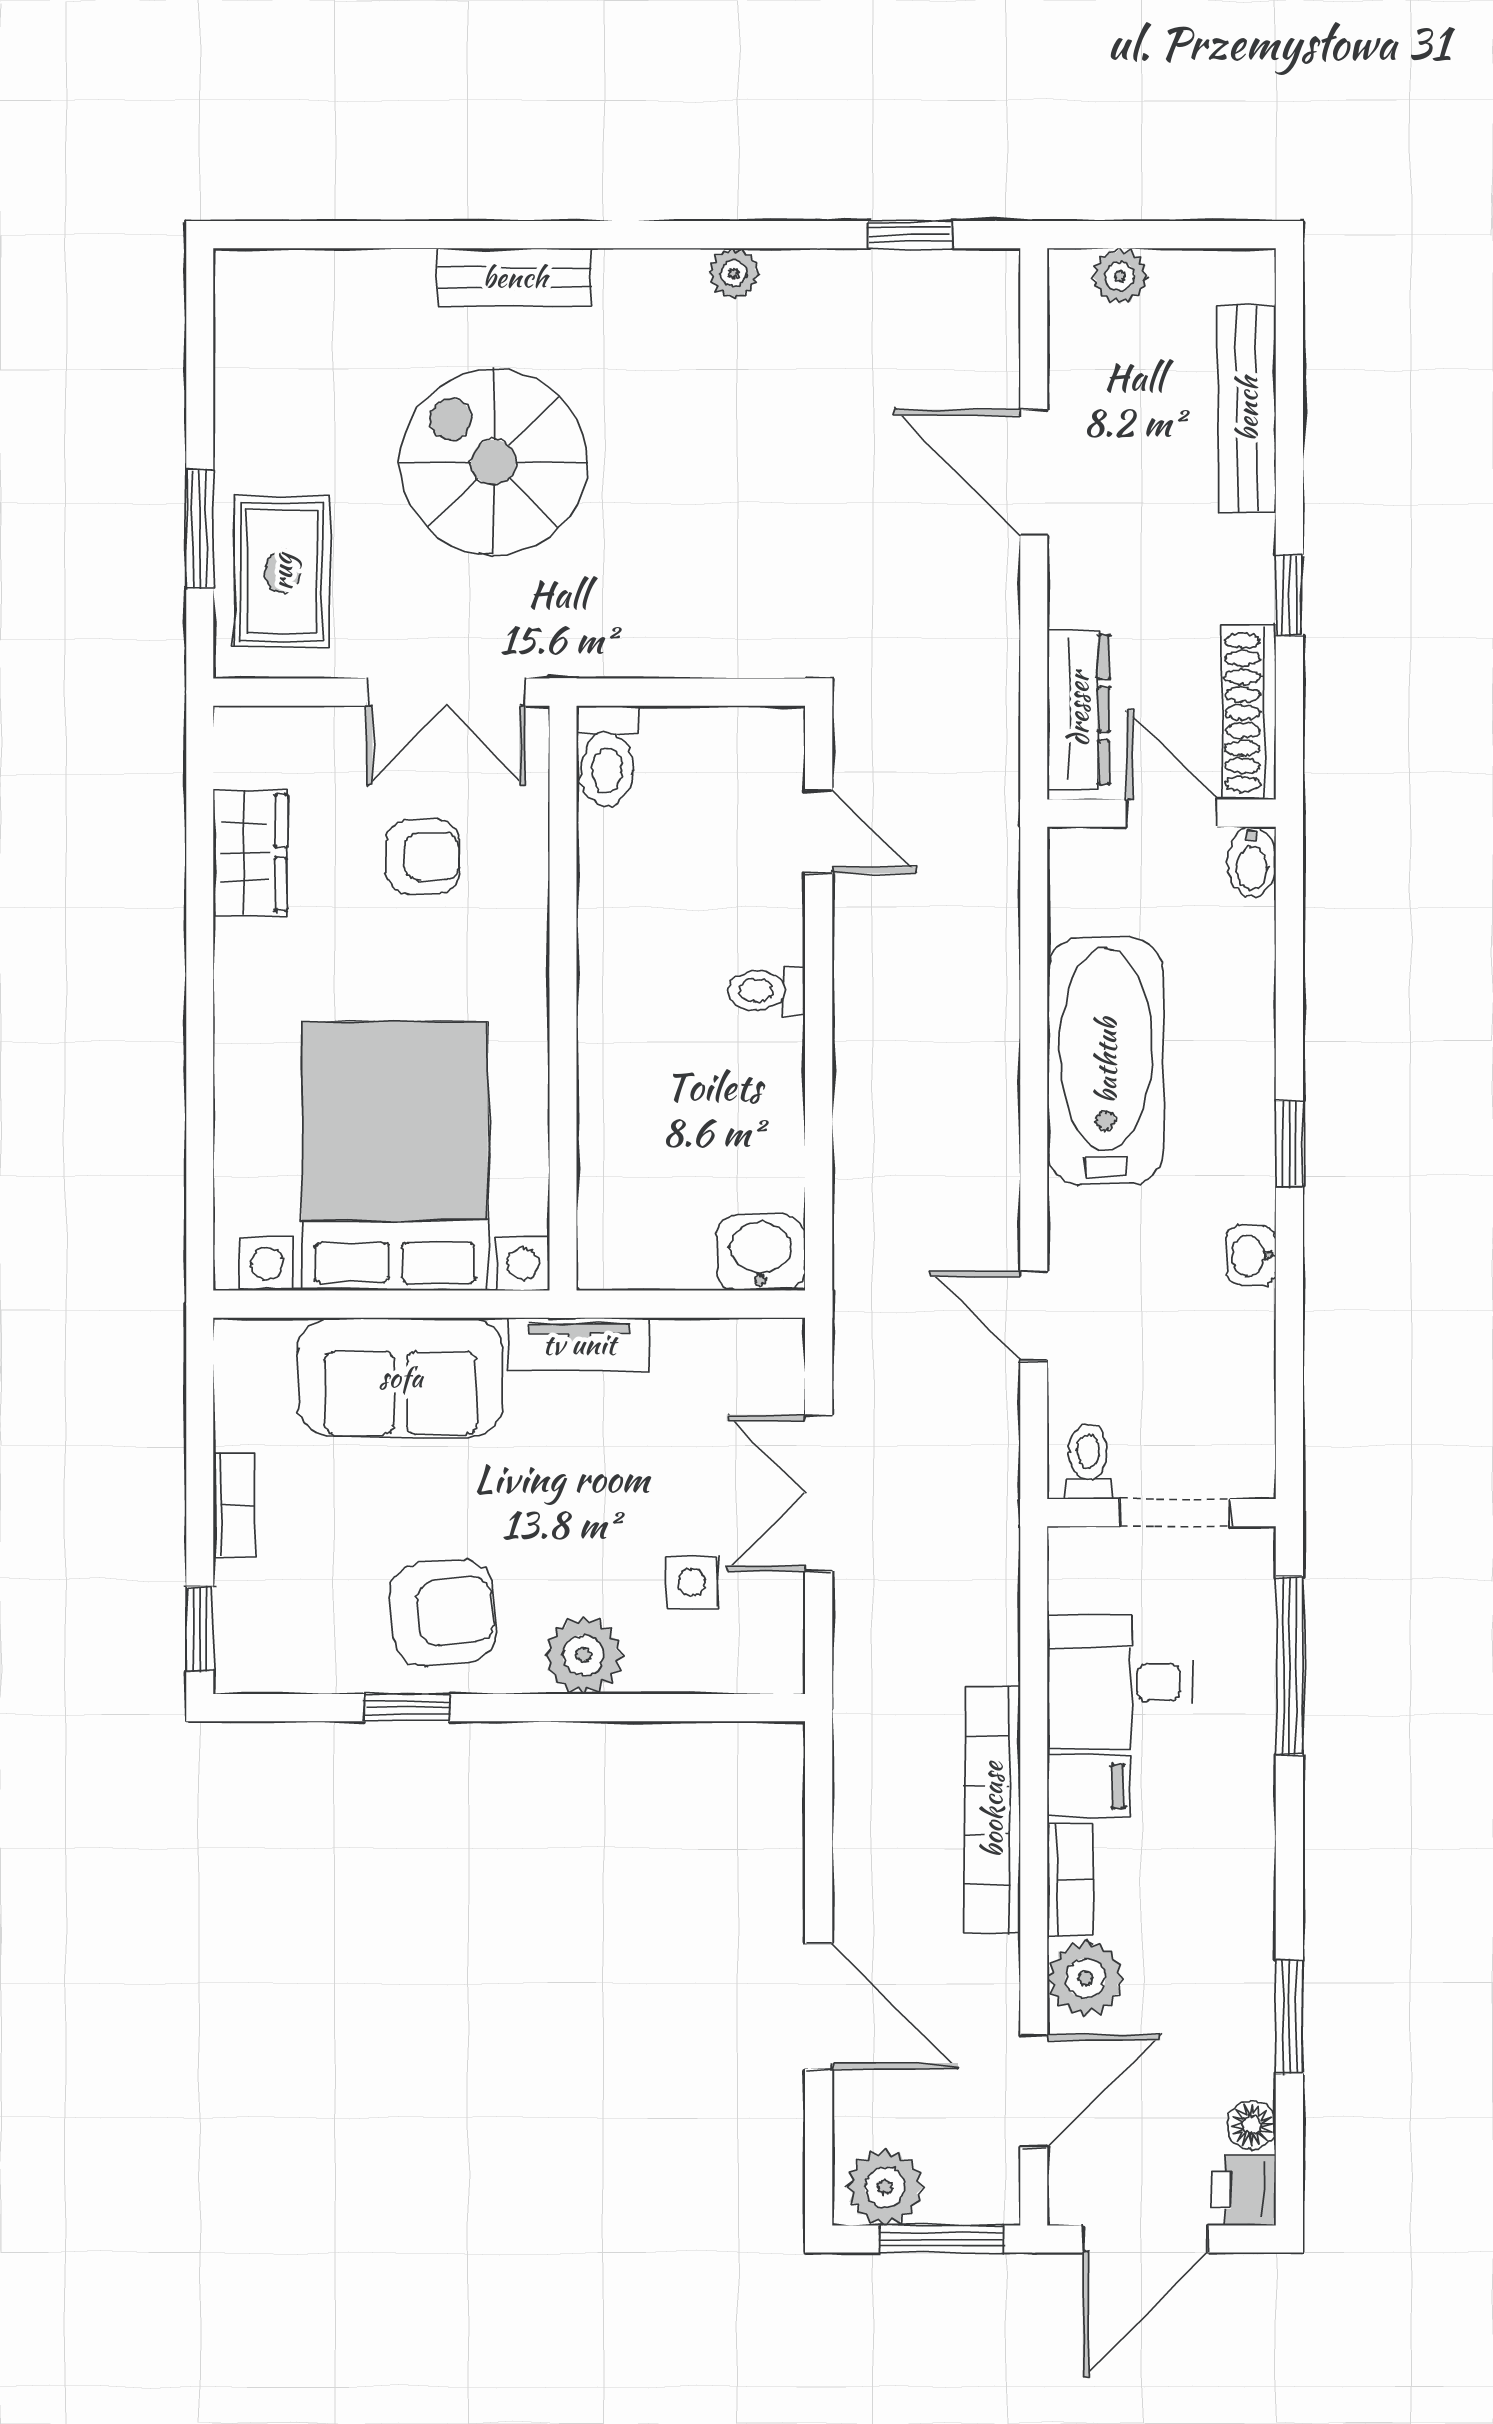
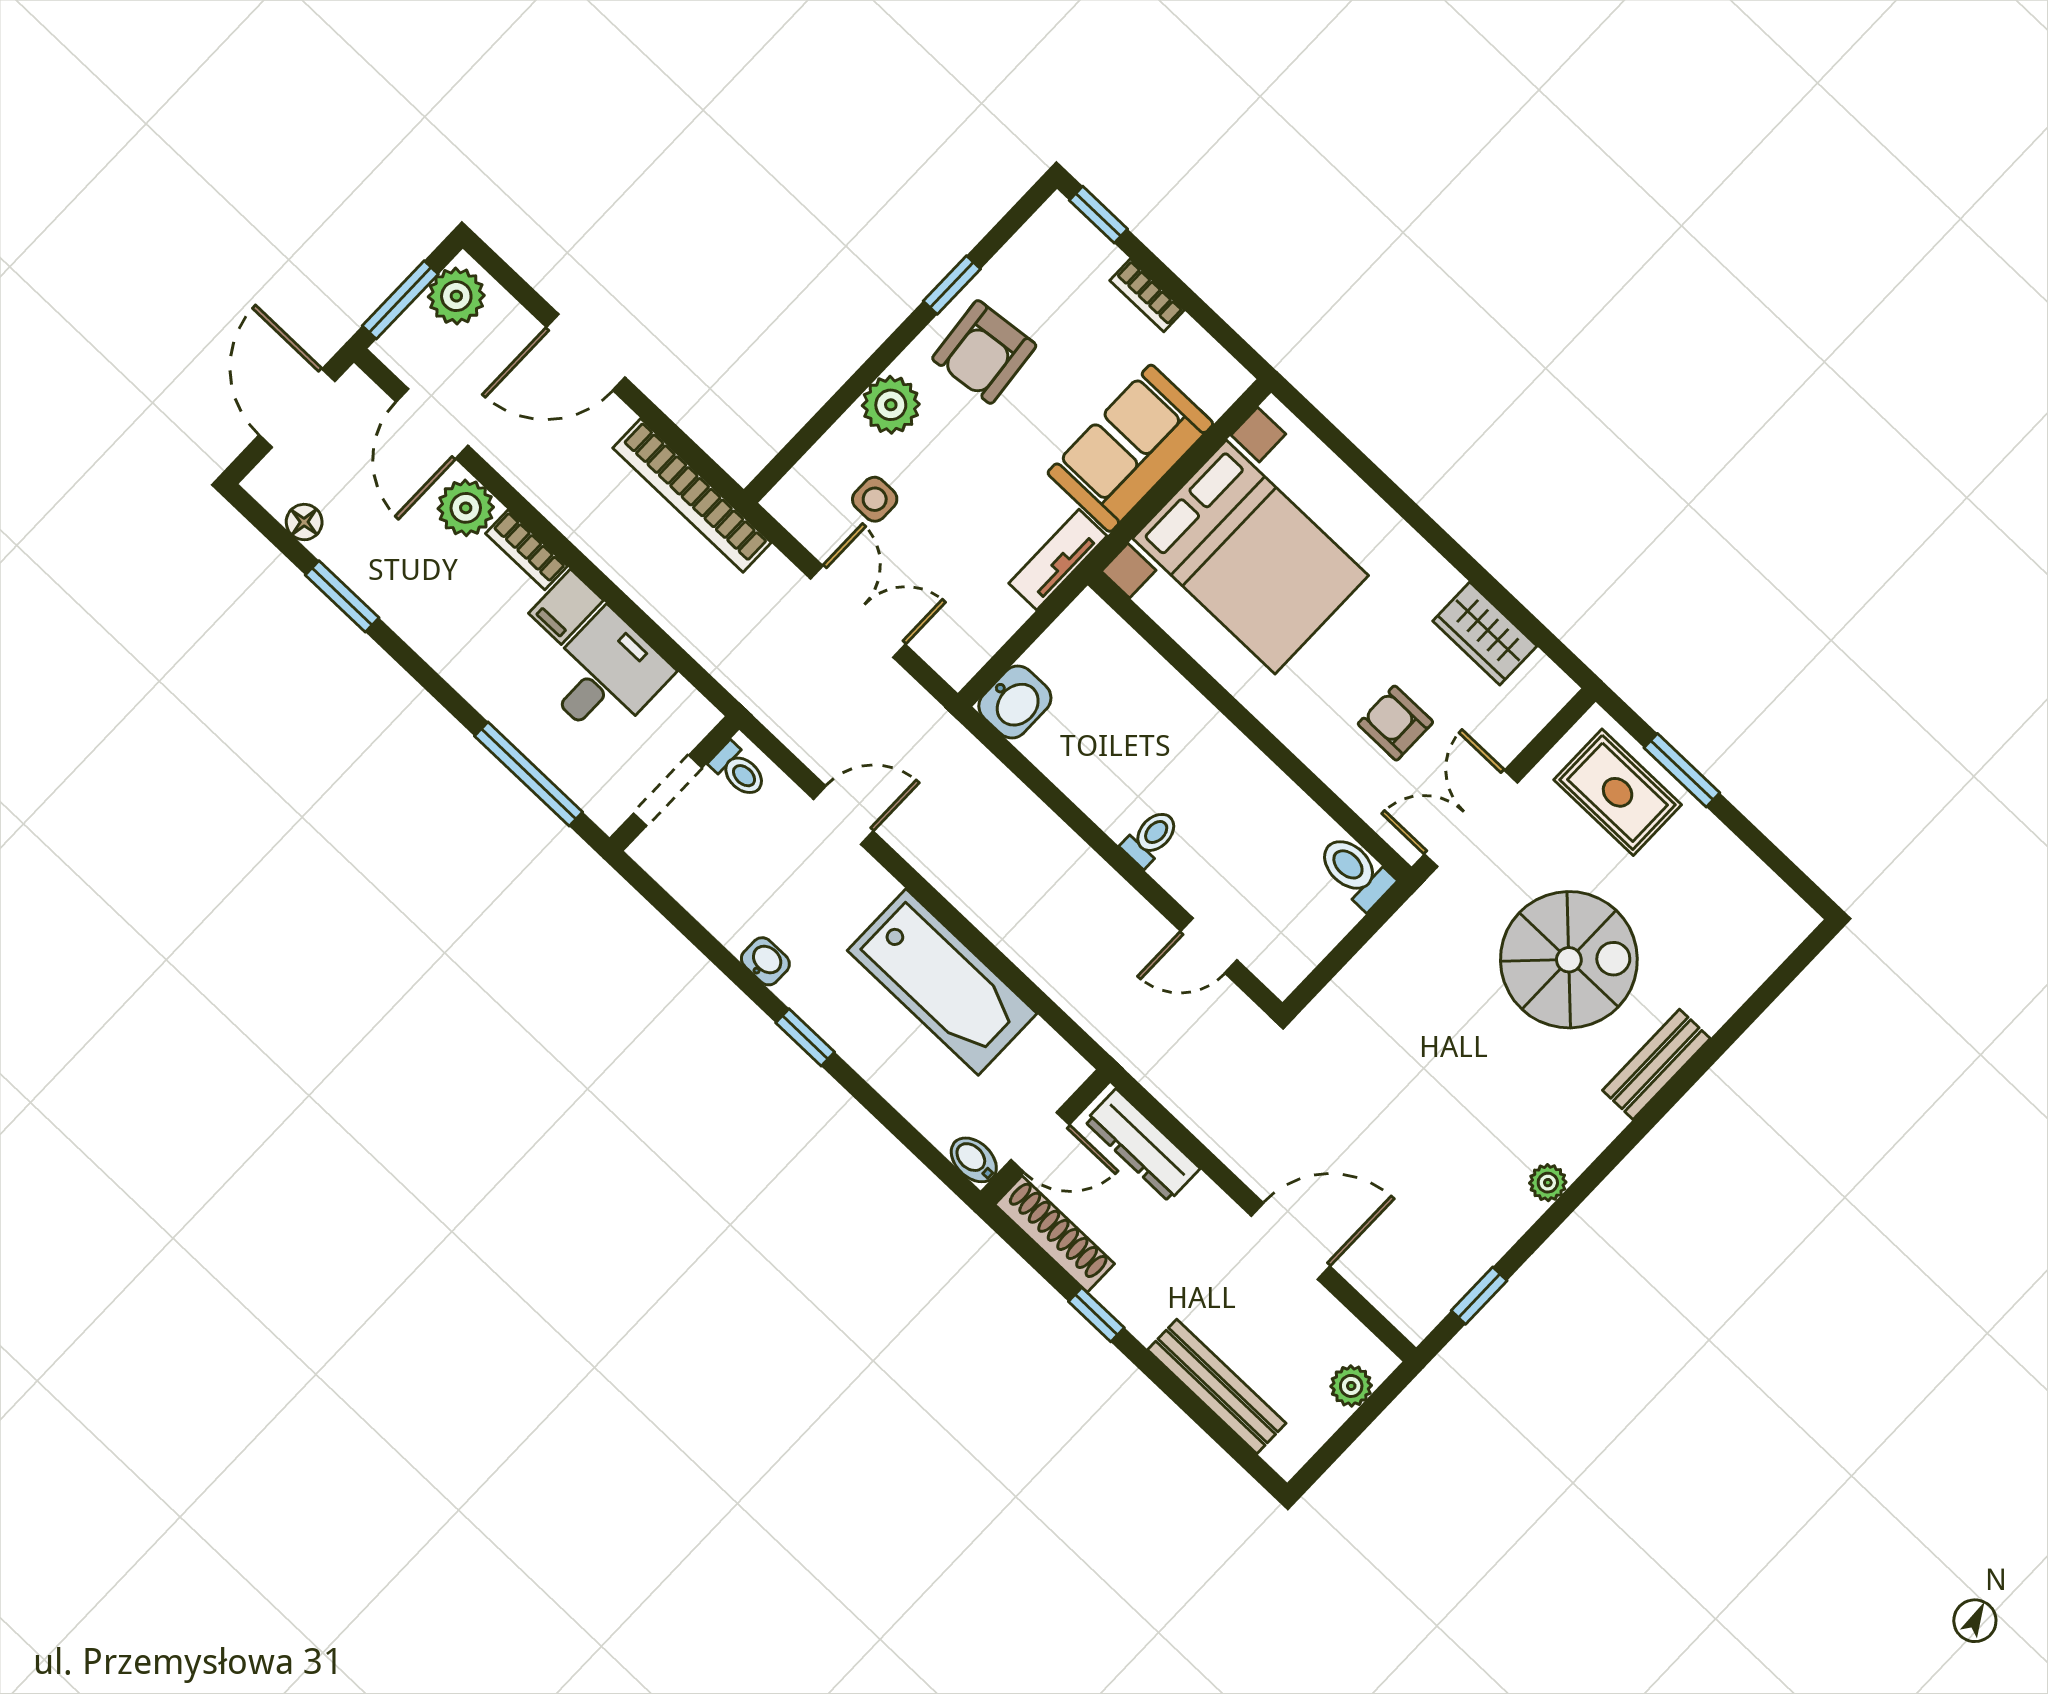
armchair: (423, 857) -> (1395, 723), turned 90
bookcase: (992, 1810) -> (692, 495), moved, turned 180
printer: (1244, 2190) -> (274, 485), removed

